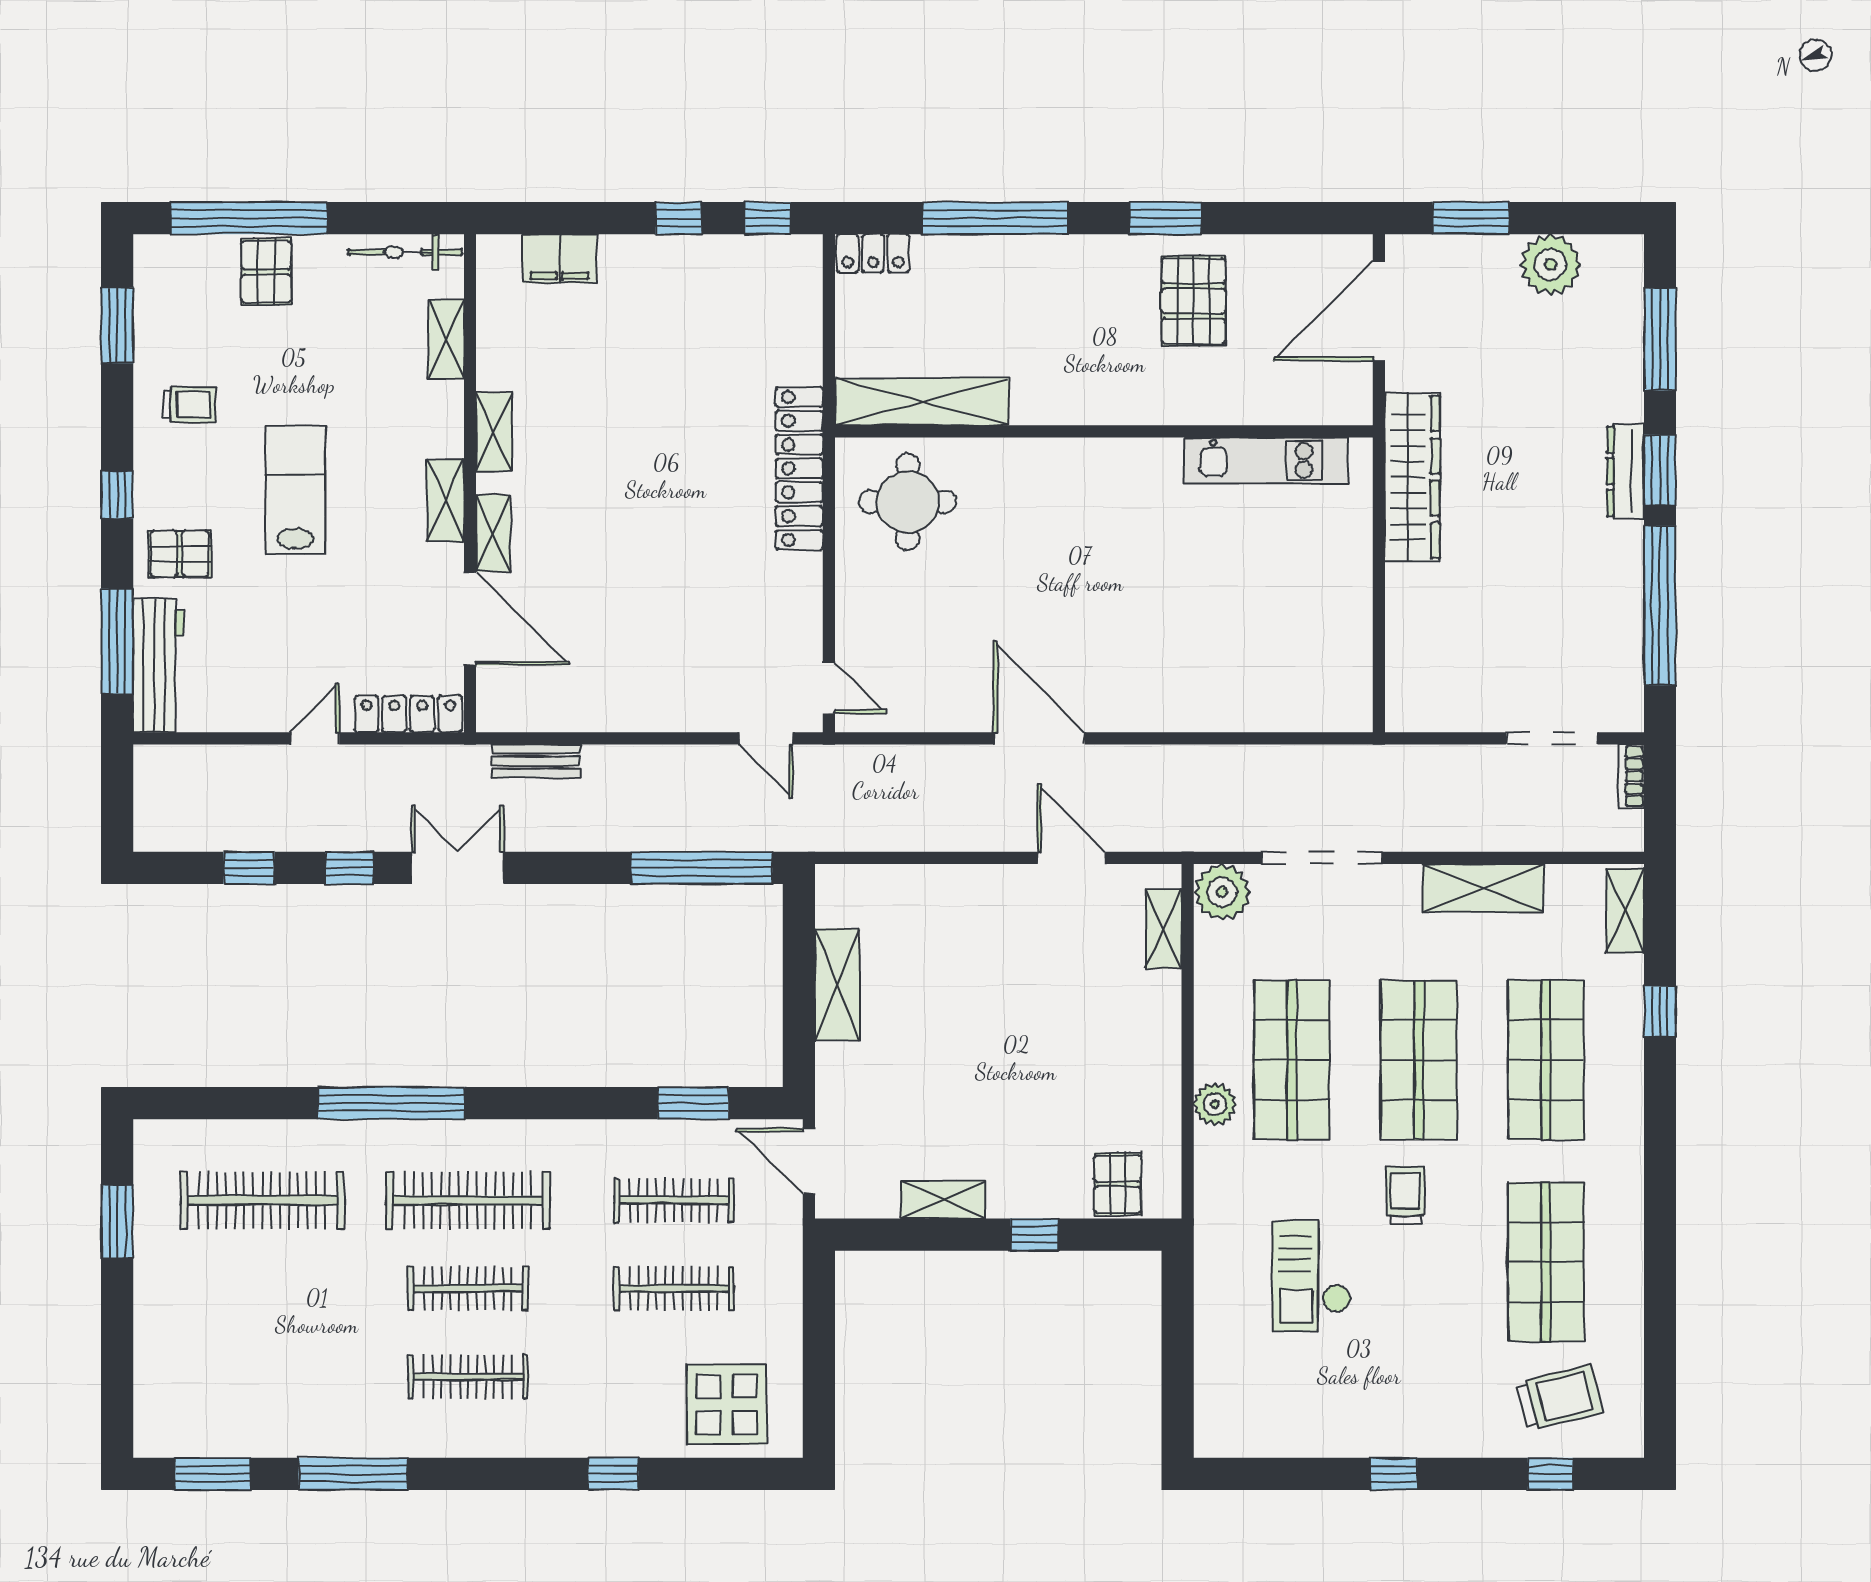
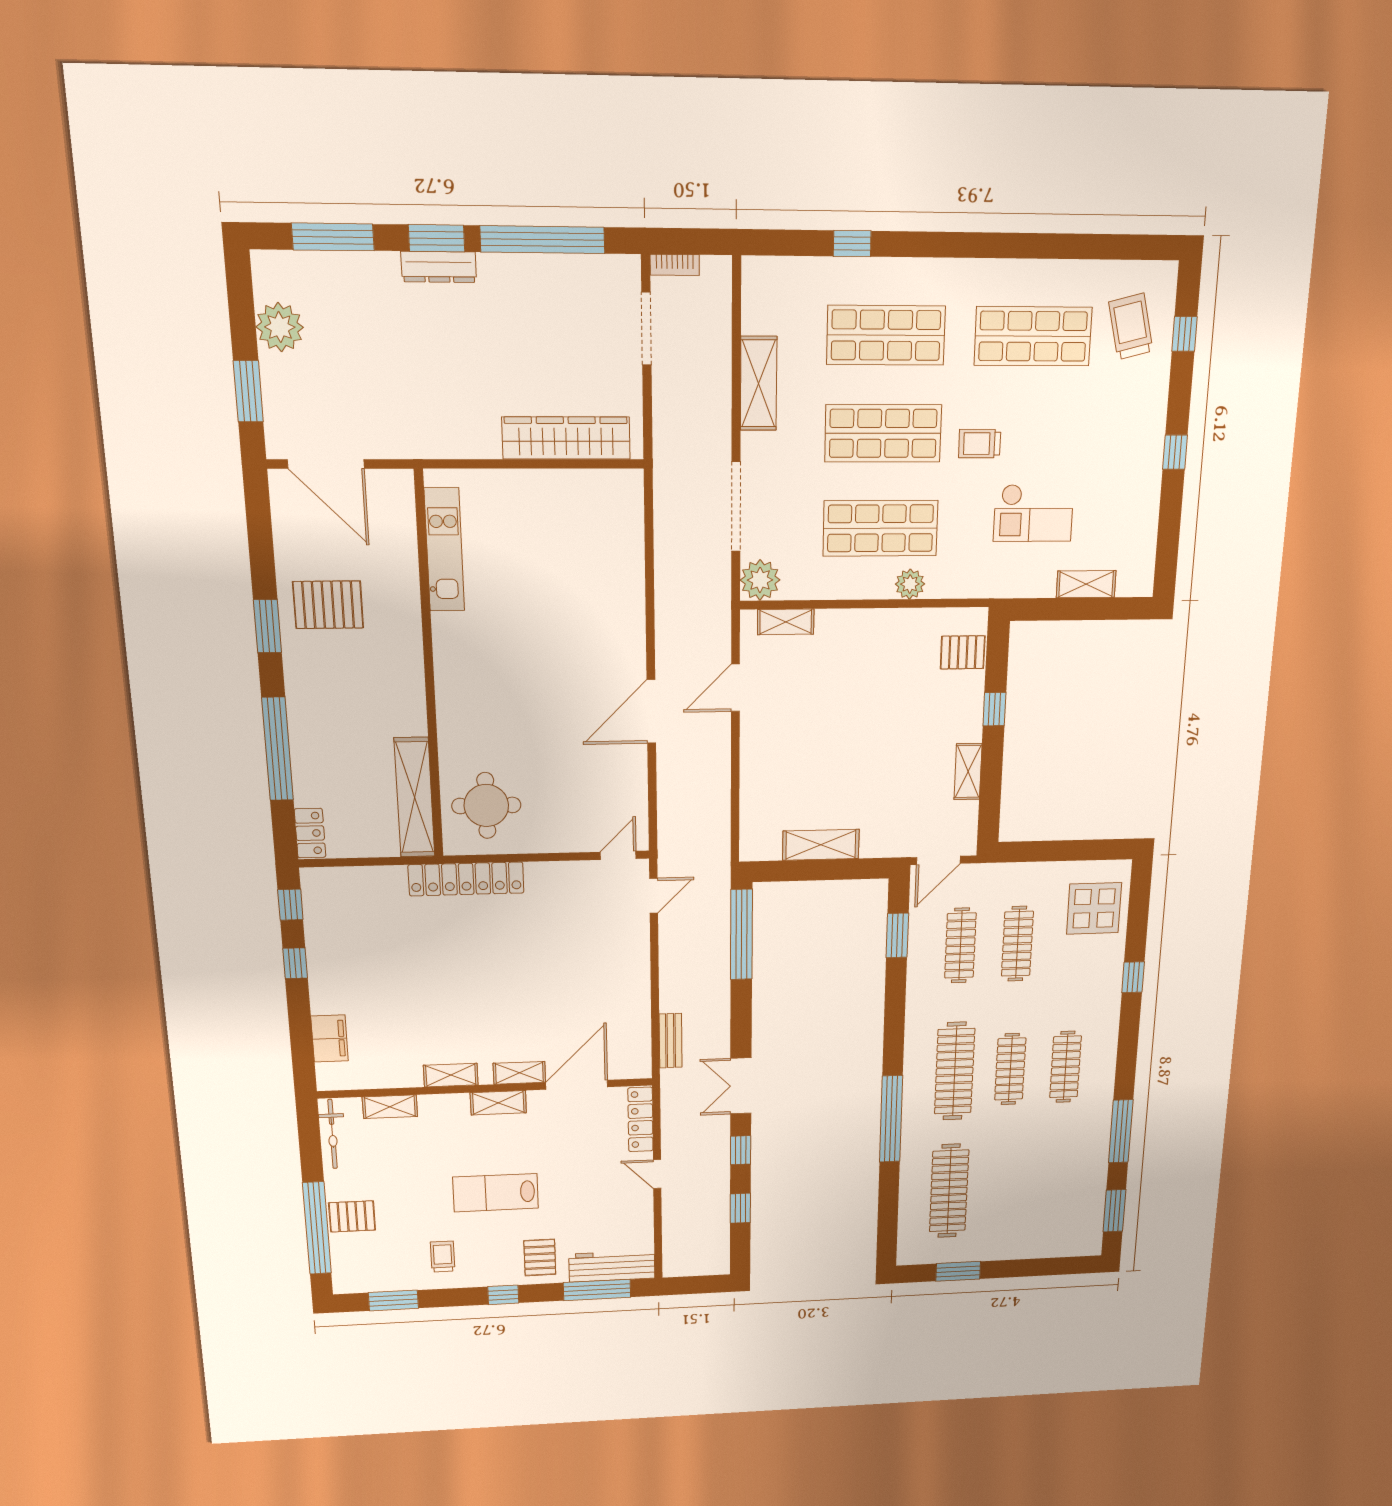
wardrobe: (1412, 477) -> (566, 438), moved
shelving: (1625, 911) -> (1086, 584), moved

